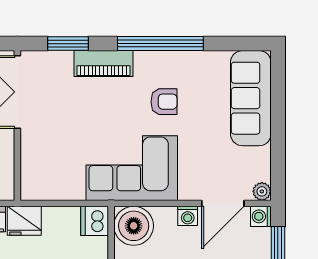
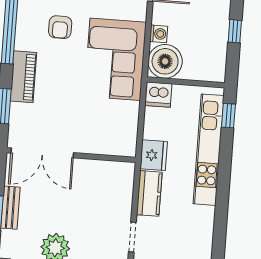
armchair: (164, 102) -> (60, 27), turned 180
washing machine: (188, 216) -> (159, 34), moved

